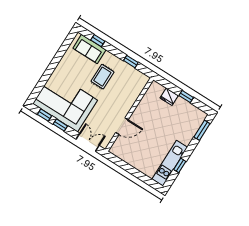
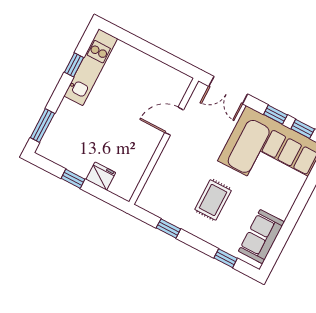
sofa: (89, 49) -> (261, 237), moved, turned -90

